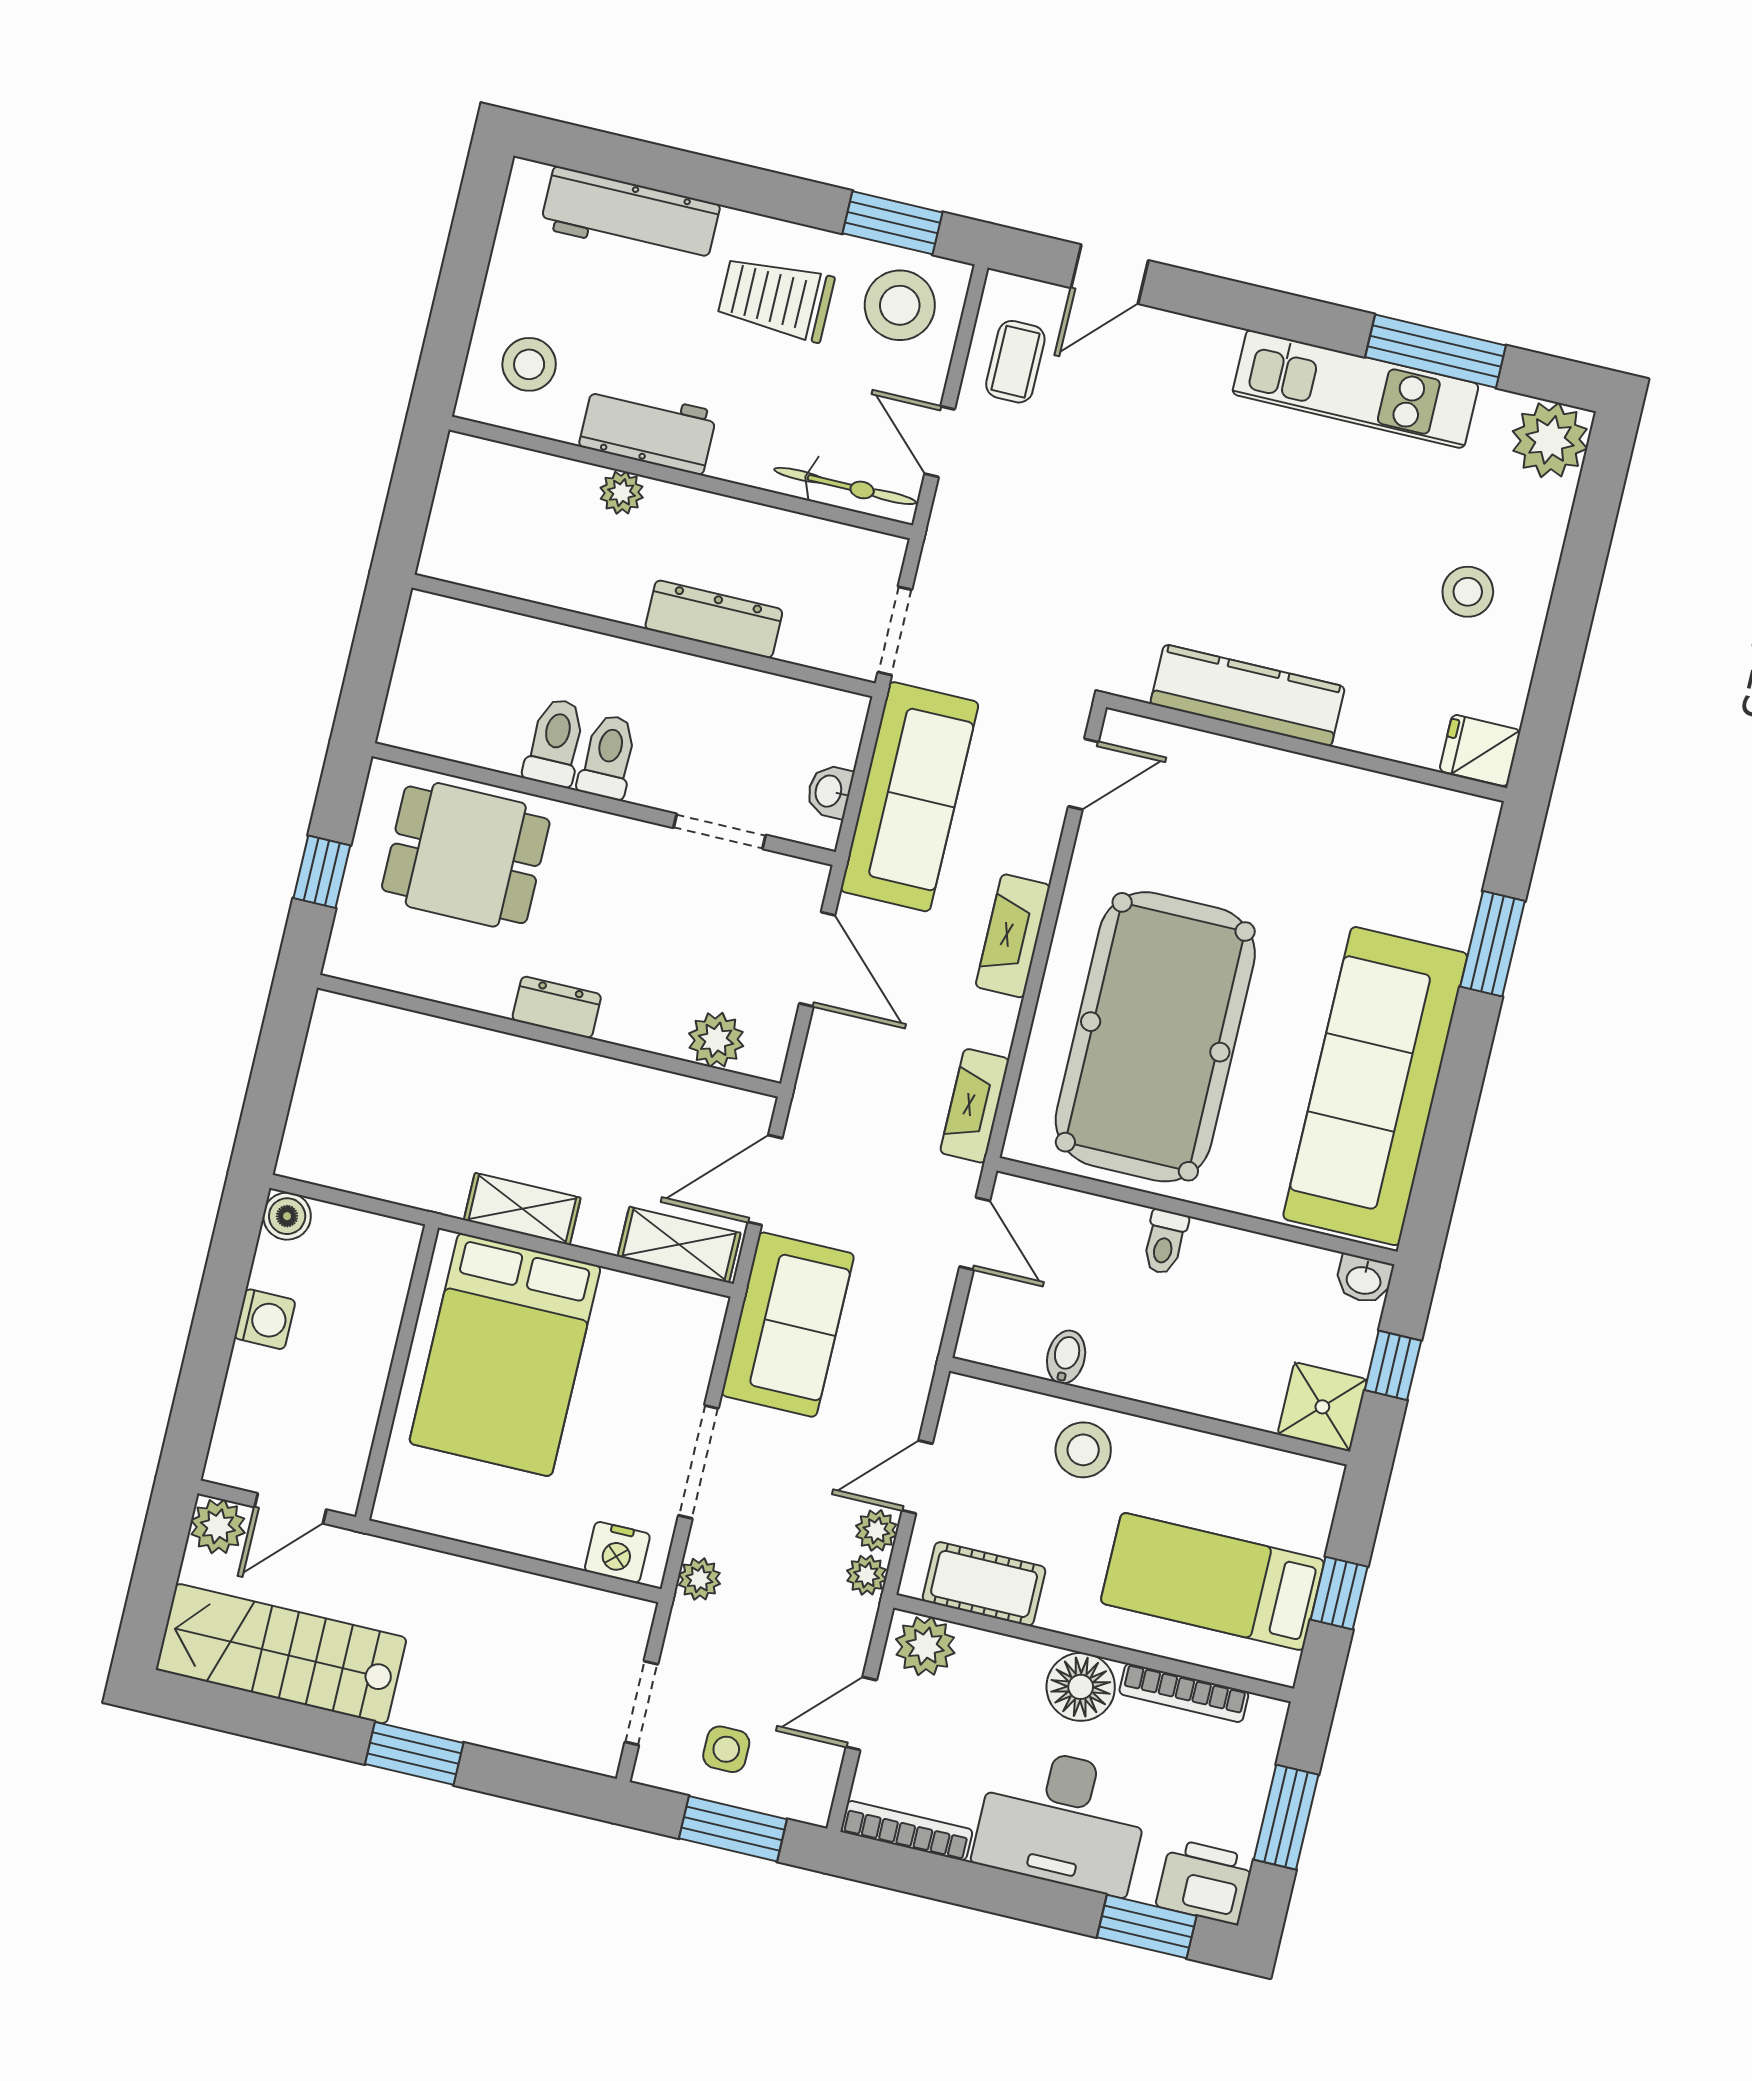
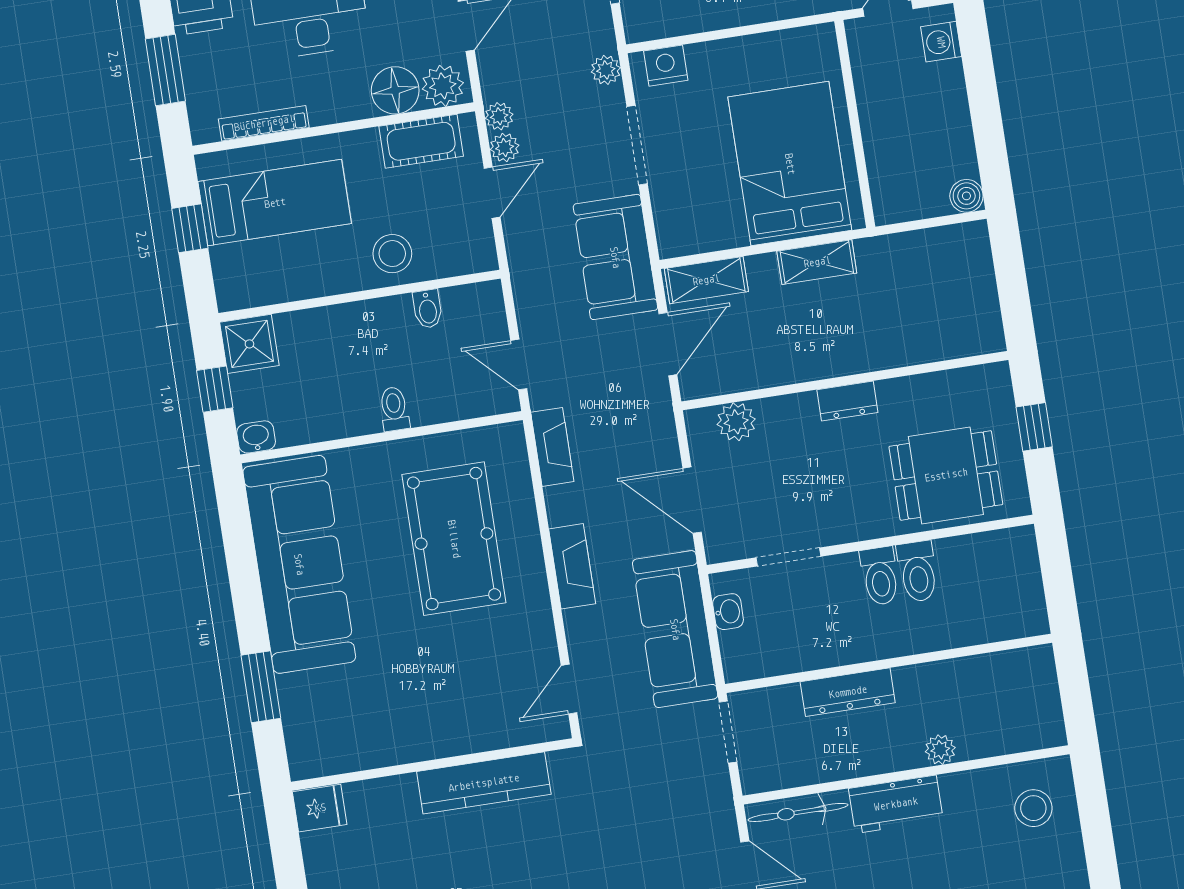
workbench: (648, 429) -> (896, 804), moved
pool table: (1155, 1037) -> (454, 539), width x0.73, depth x0.76
washing machine: (265, 1319) -> (941, 42), moved
floor lamp: (1081, 1687) -> (395, 90), moved

